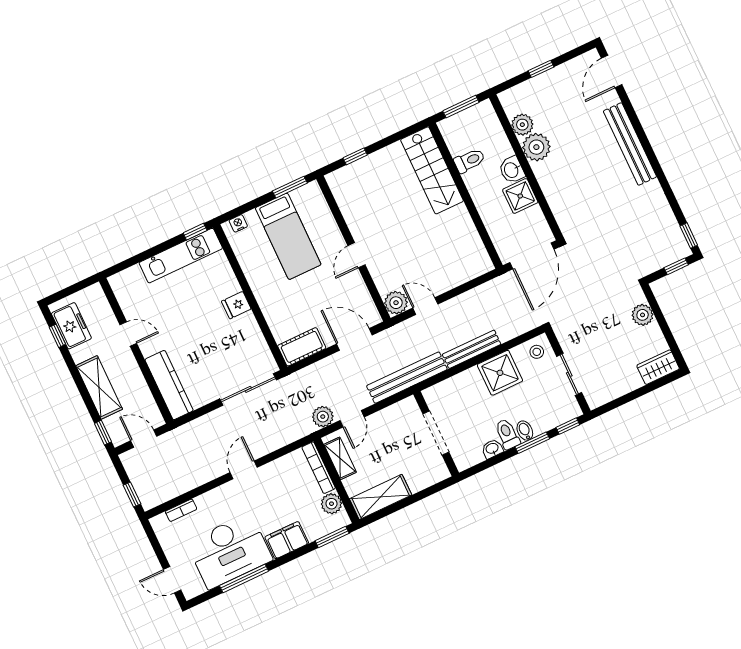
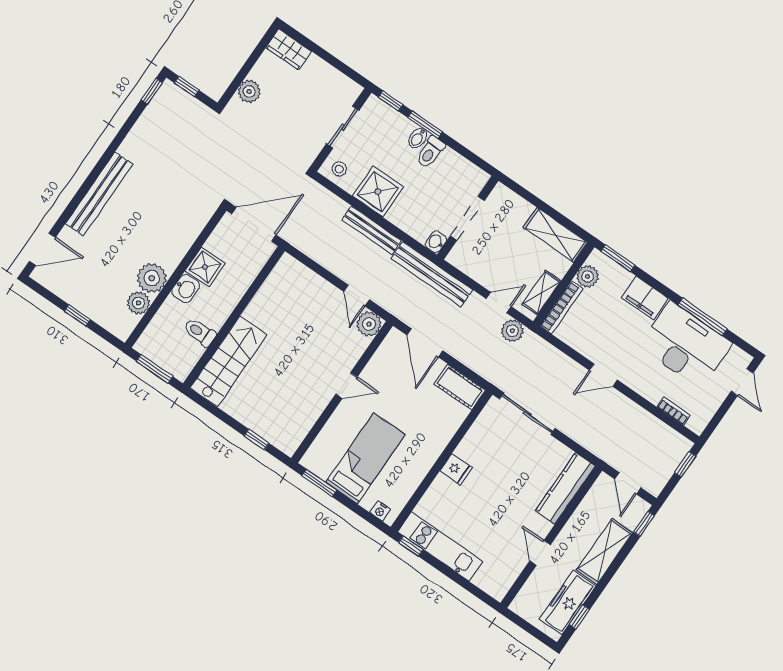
freezer: (71, 326) -> (568, 603), width x1.40
washbasin: (492, 449) -> (436, 242), moved, turned 90

